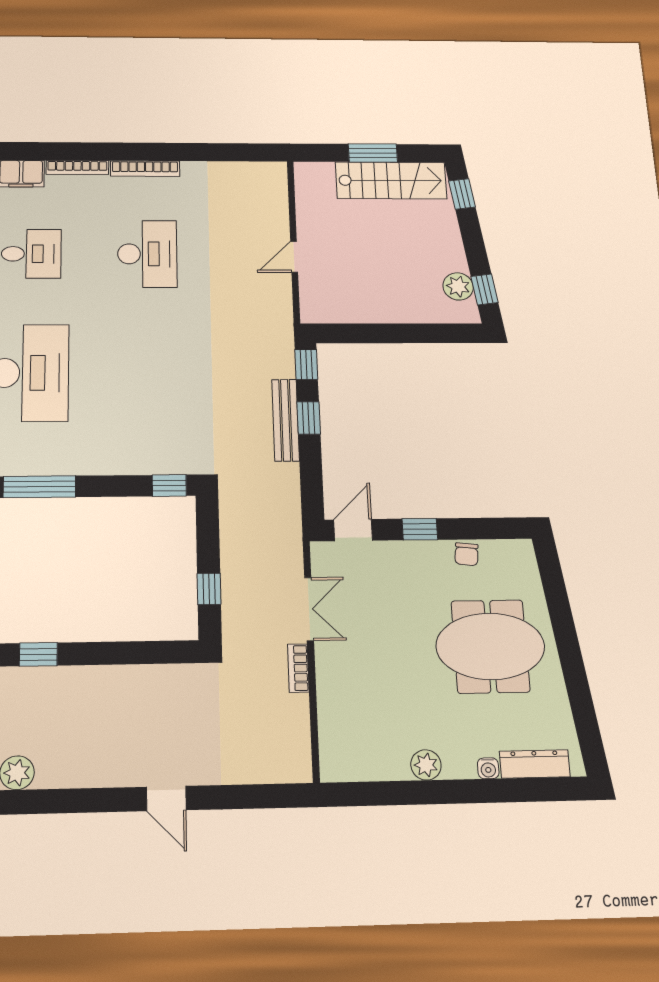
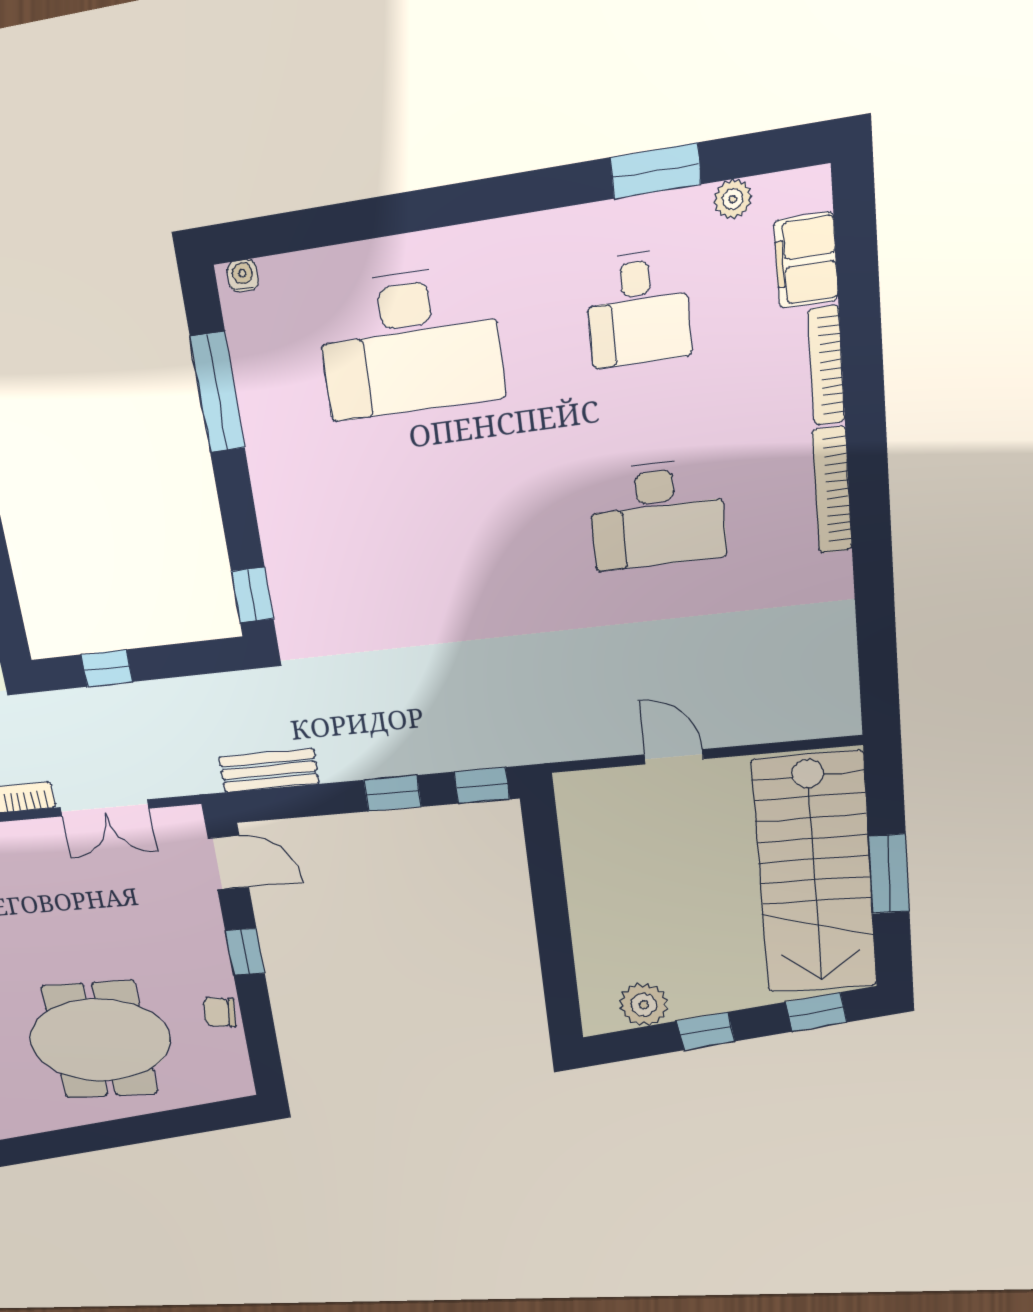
stairs: (391, 180) -> (815, 874), width x1.36, depth x1.51
window: (484, 289) -> (706, 1031), moved
bench: (286, 420) -> (269, 771), moved, width x0.73
meeting table: (490, 646) -> (100, 1040), turned 90

